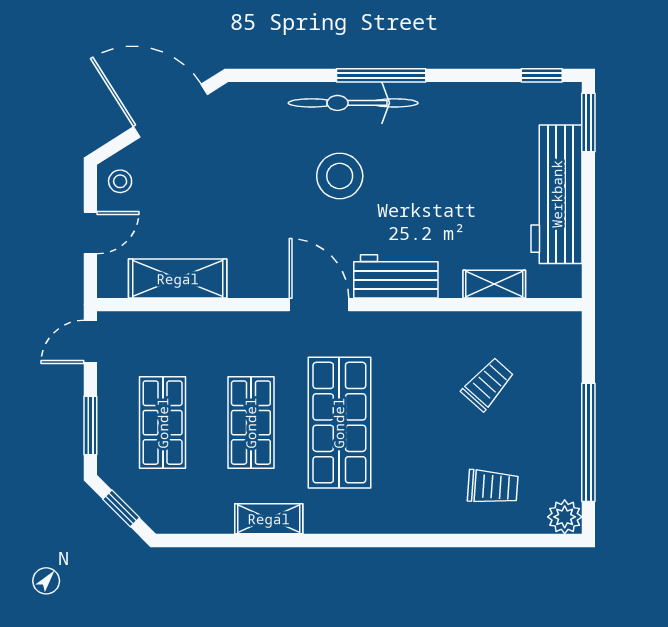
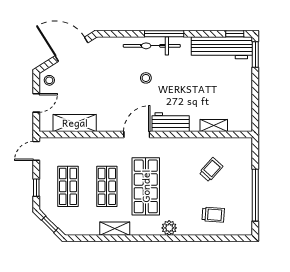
stool: (340, 176) -> (146, 78), width x0.53, depth x0.53
workbench: (557, 194) -> (222, 48), moved, turned -90
door: (319, 305) -> (137, 135), hinge flipped
window: (90, 426) -> (36, 188), width x0.67
plant: (565, 517) -> (169, 228), moved

